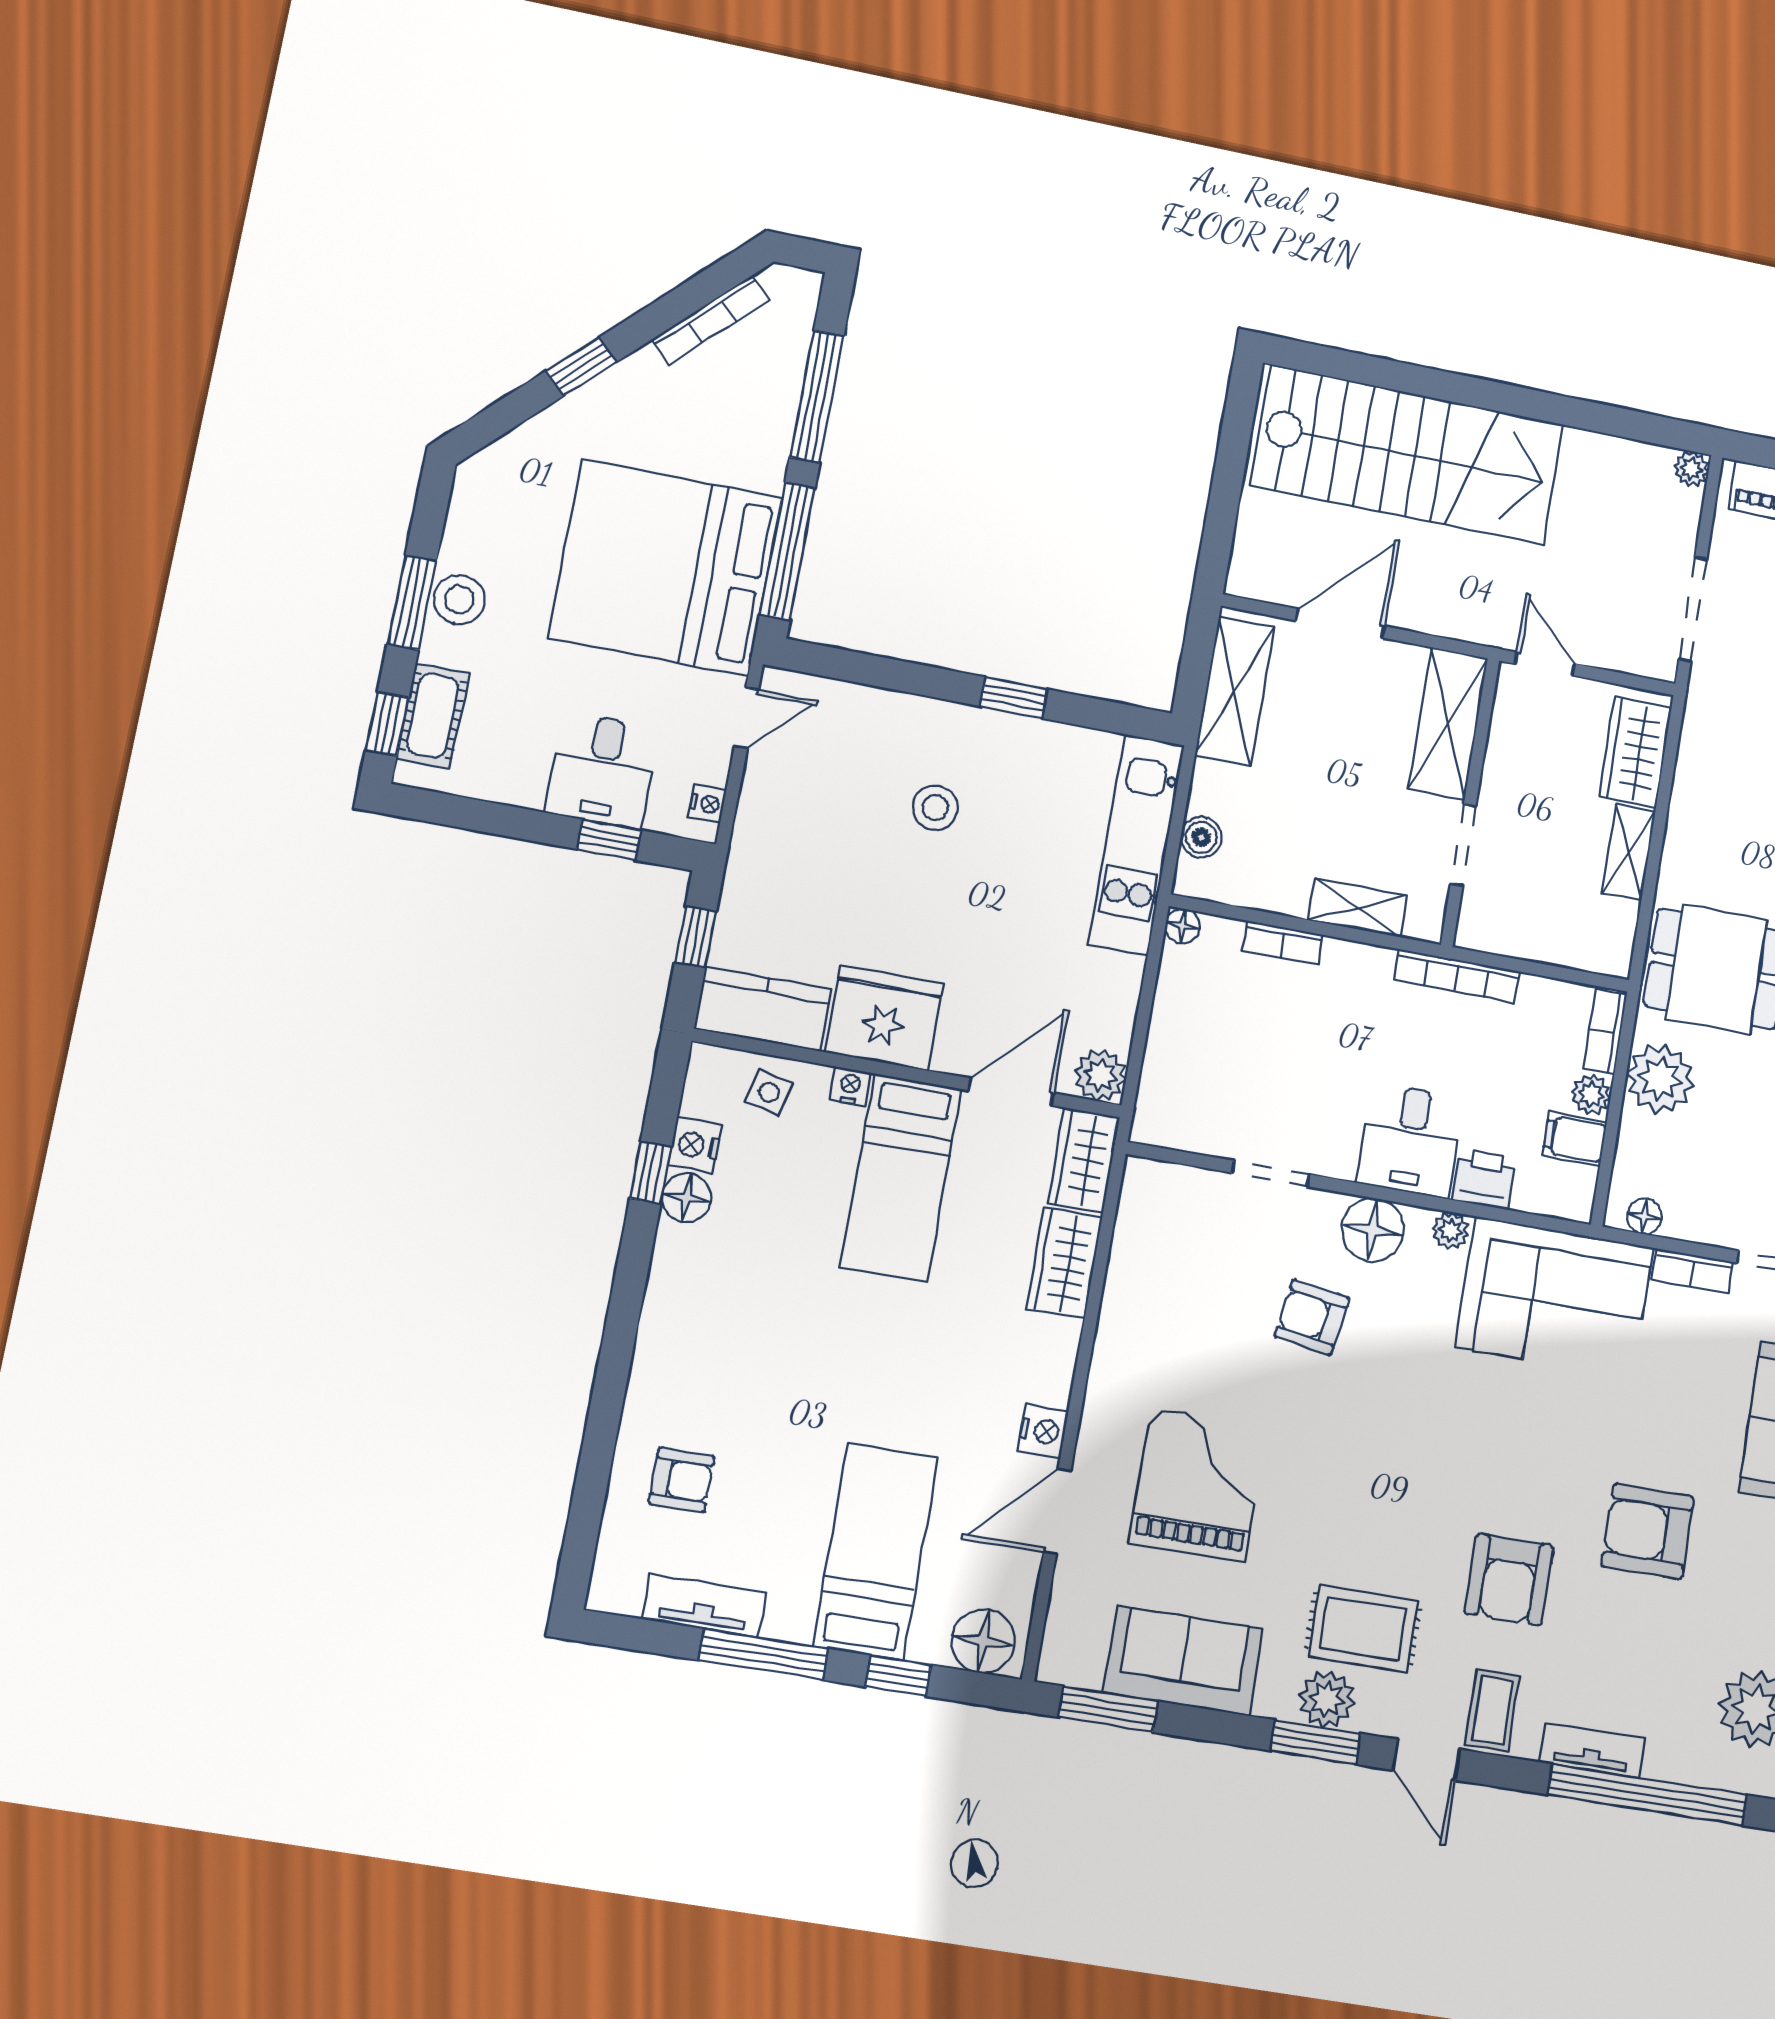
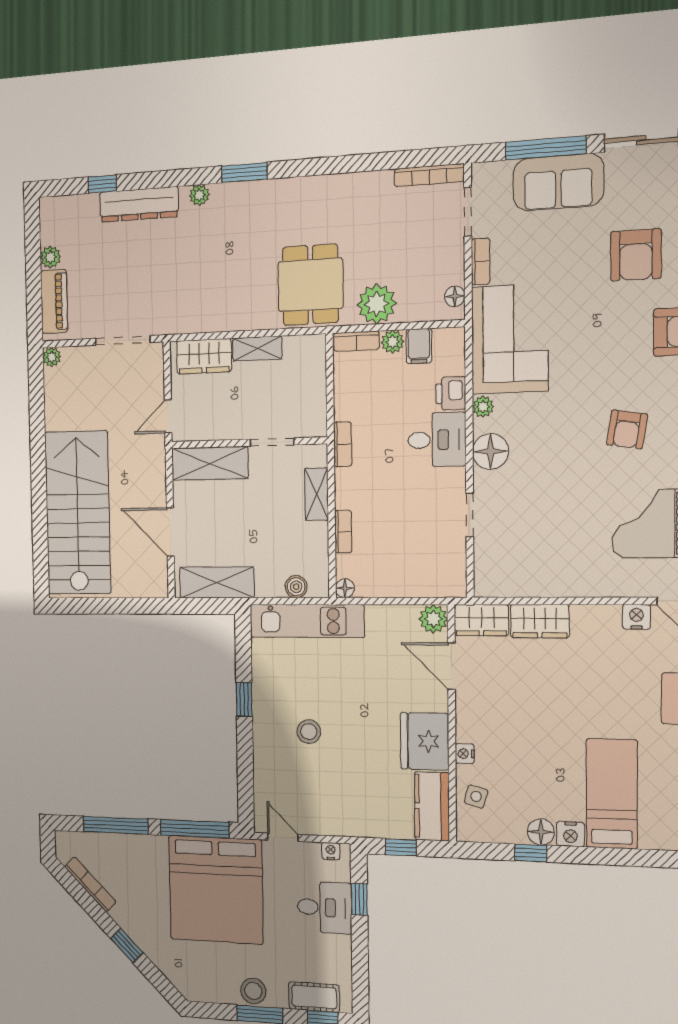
bookcase: (1457, 976) -> (342, 444), width x0.64
nightstand: (695, 1145) -> (570, 834), moved
bed: (901, 1178) -> (612, 794), moved, turned -90
armchair: (1312, 1317) -> (627, 429), moved

